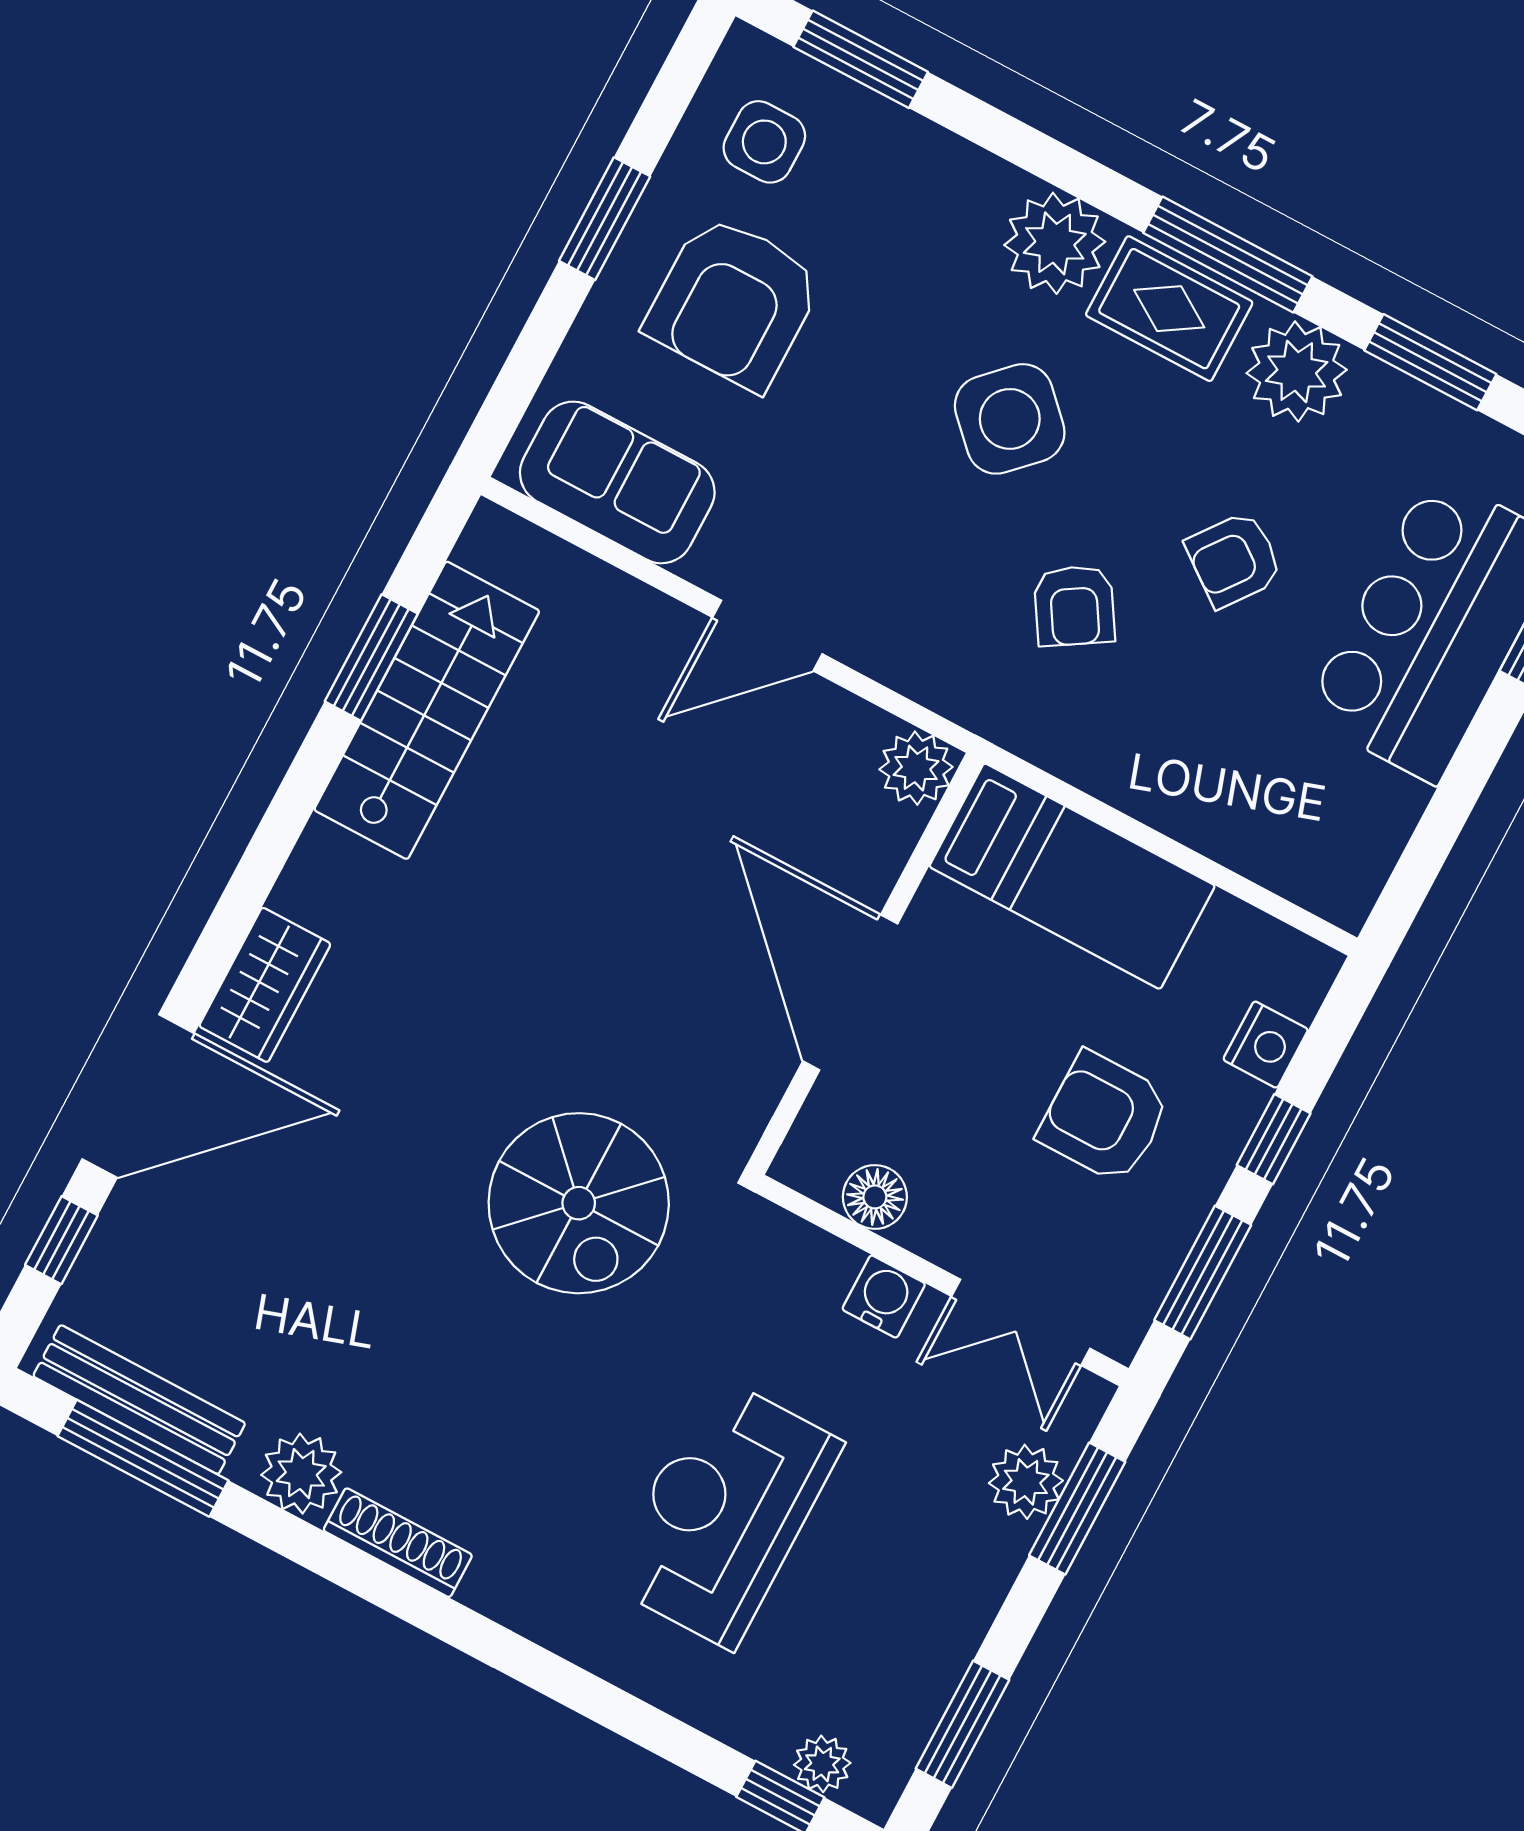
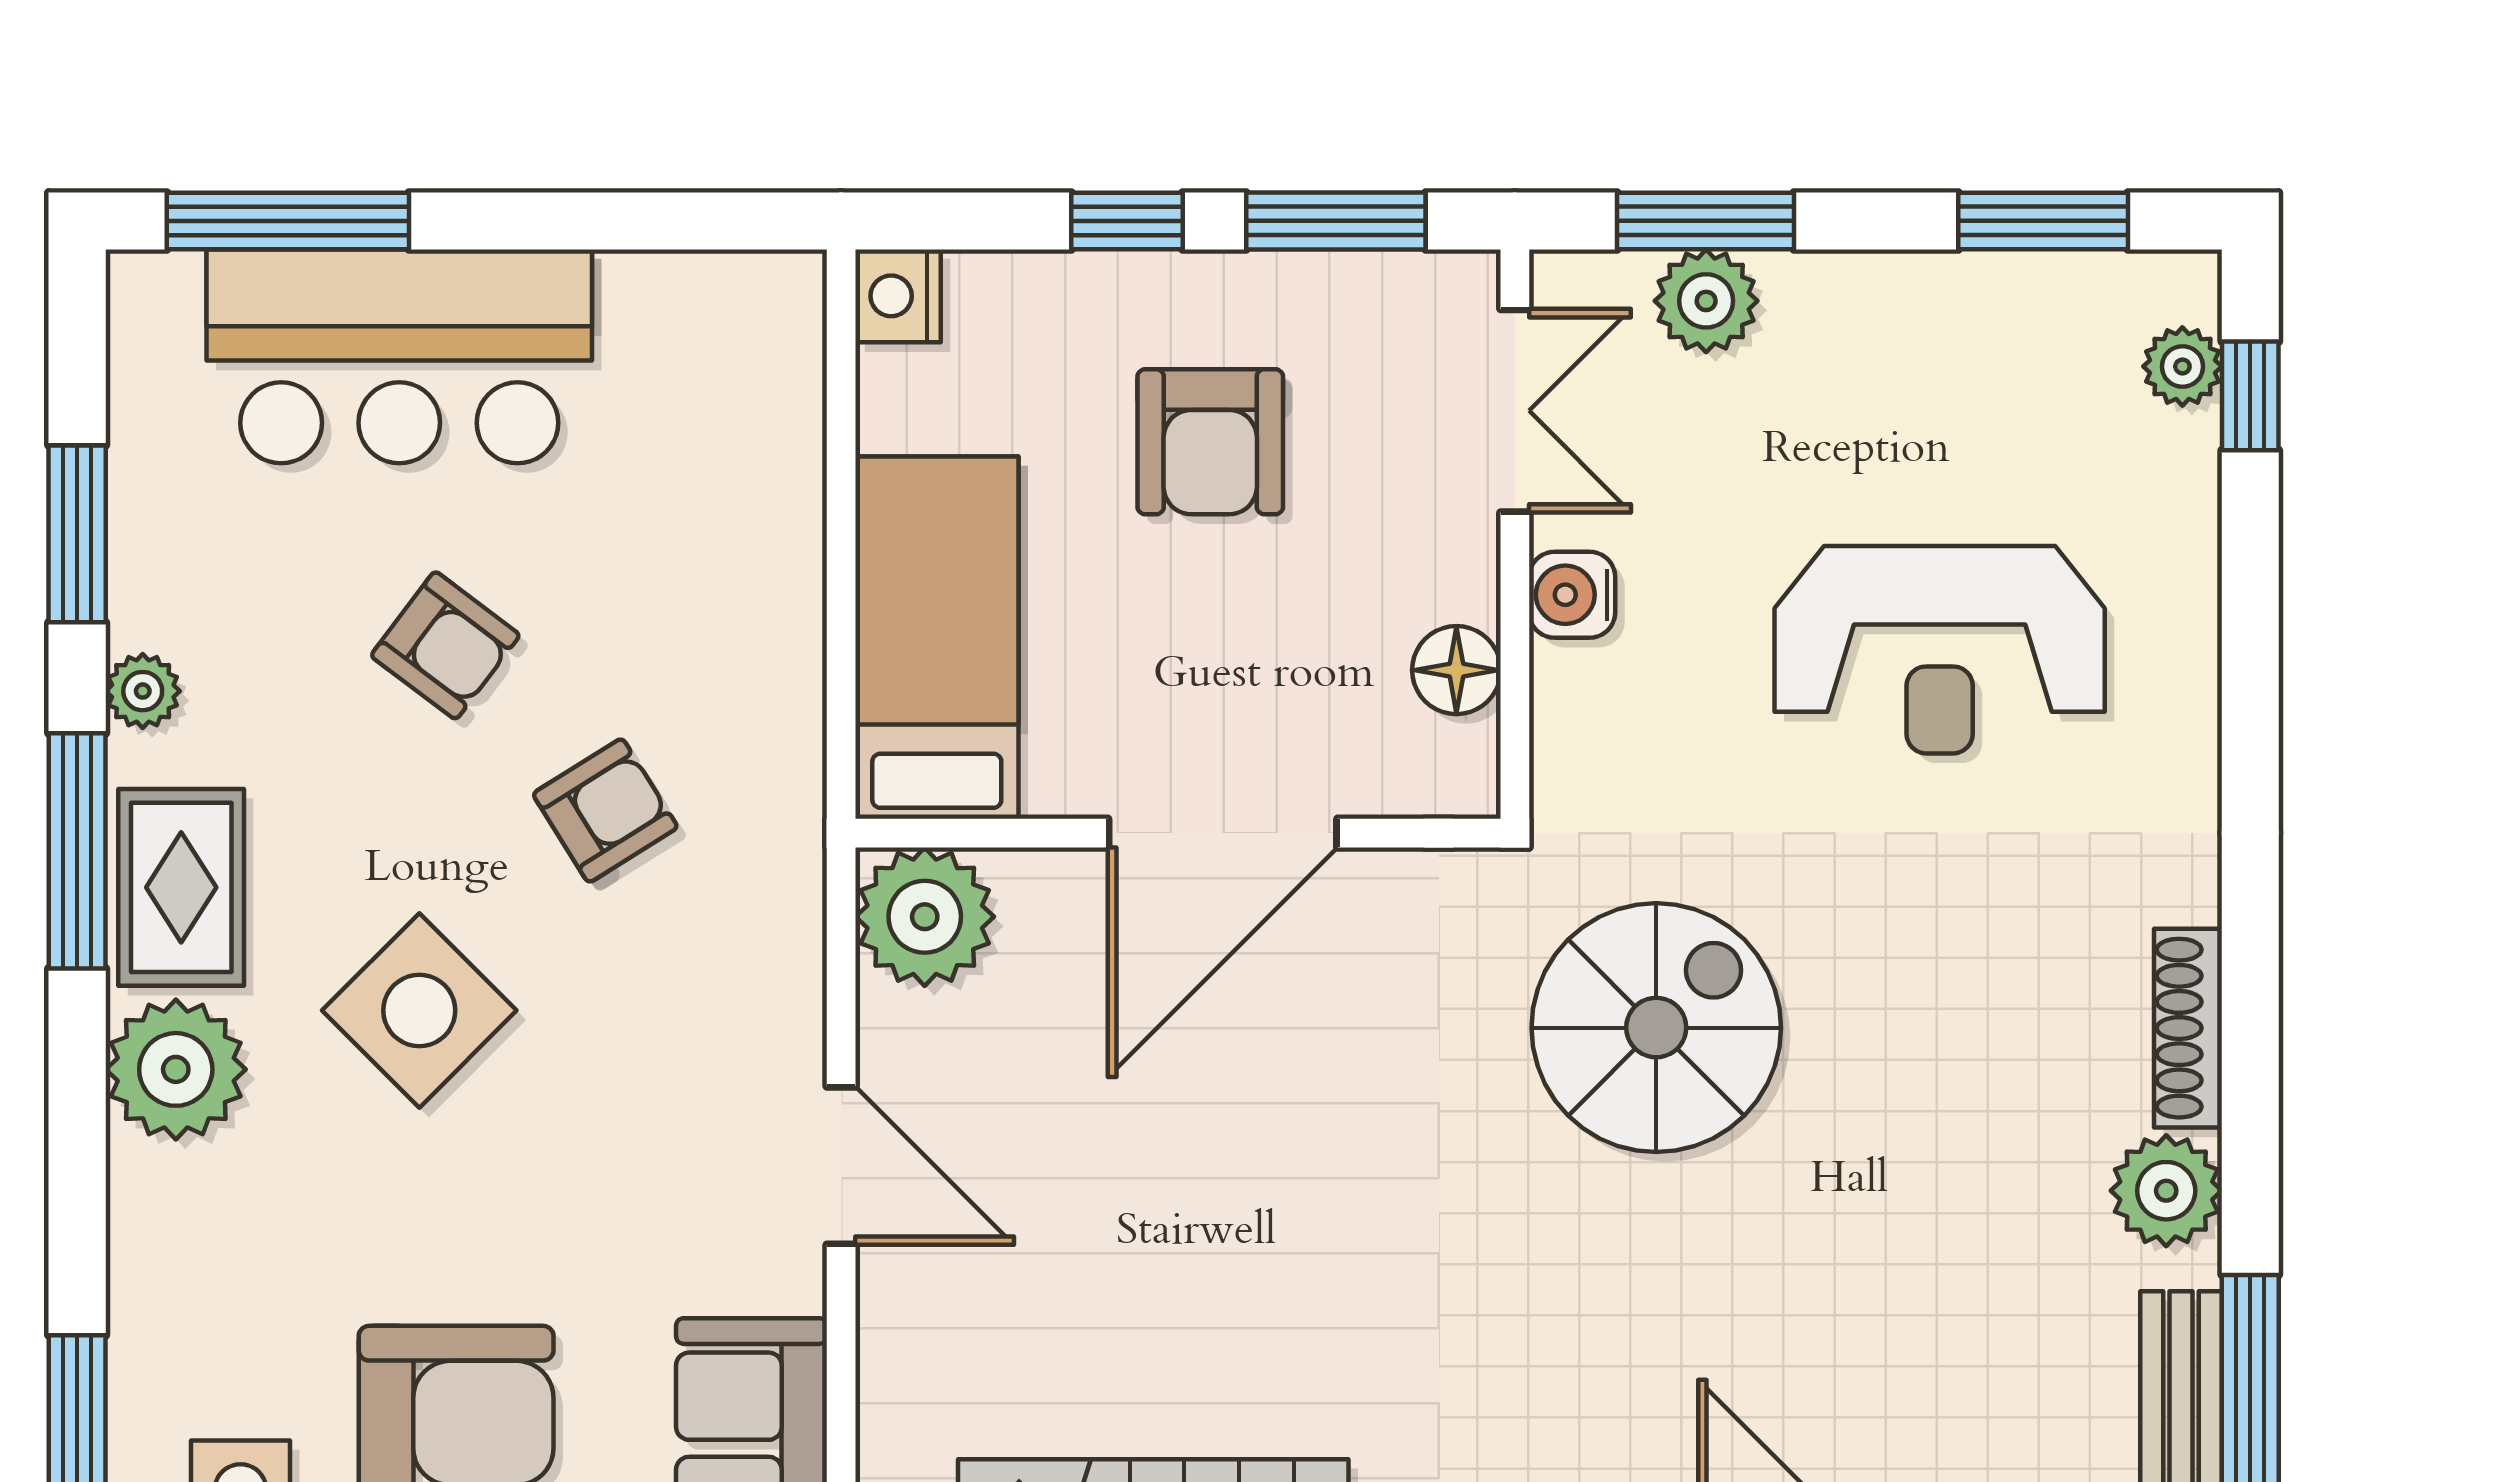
plant: (1297, 371) -> (143, 691), width x0.53, depth x0.53
plant: (916, 768) -> (925, 917), width x1.36, depth x1.36
nightstand: (1266, 1045) -> (898, 296), moved, turned -90

